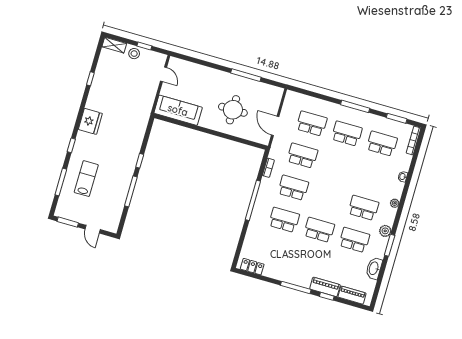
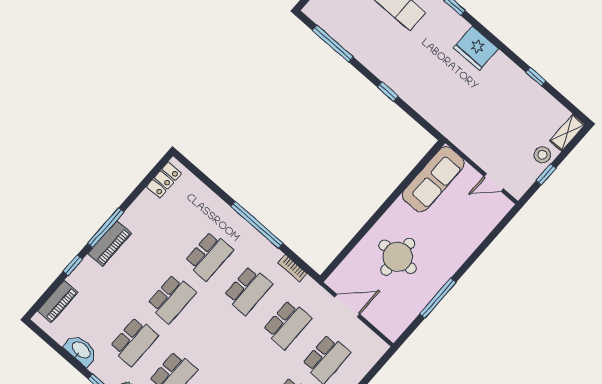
window: (131, 191) -> (333, 44), moved
piano: (325, 287) -> (110, 243), moved

